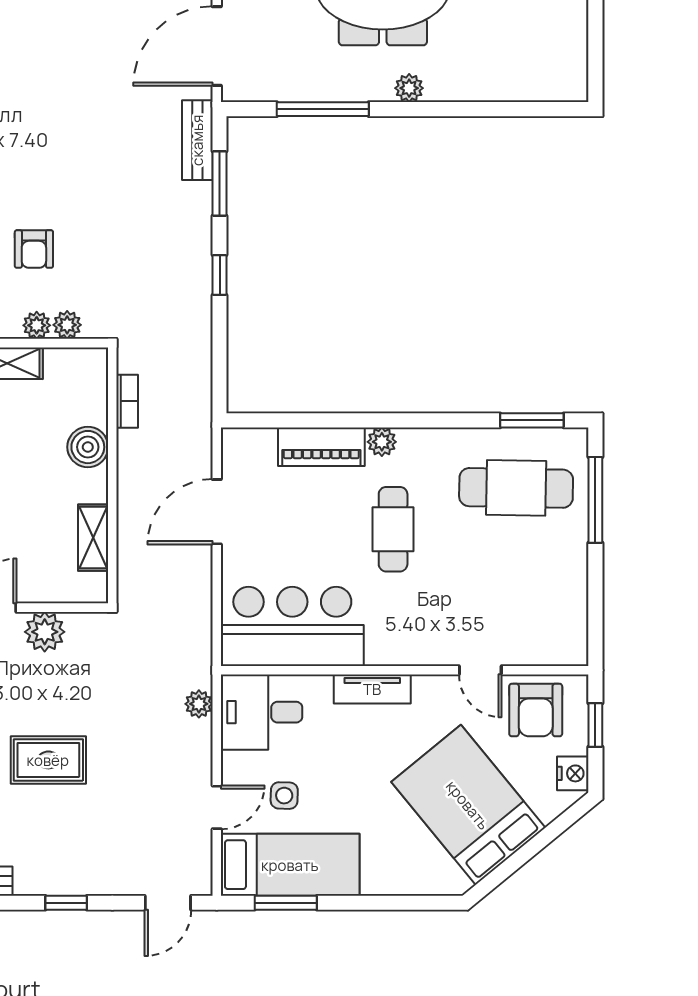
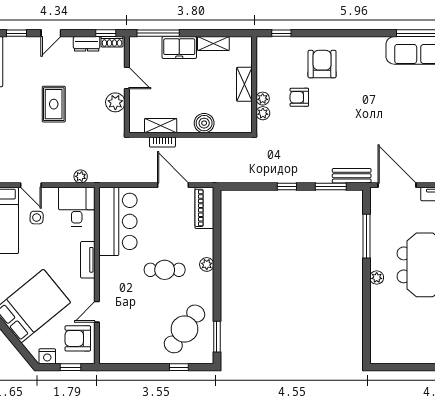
bookcase: (127, 401) -> (162, 142), moved
piano: (321, 447) -> (204, 208), moved
cafe table: (516, 488) -> (184, 329), turned 35
window: (595, 500) -> (179, 367), width x0.46

